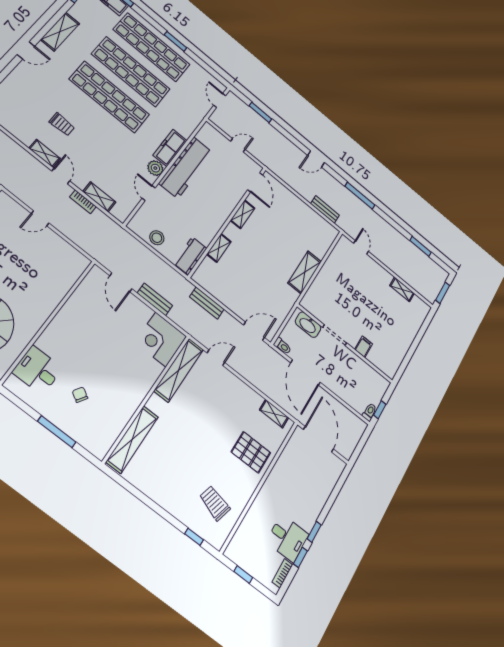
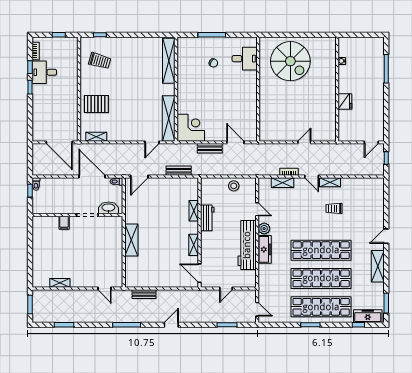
workbench: (190, 256) -> (207, 218), moved

